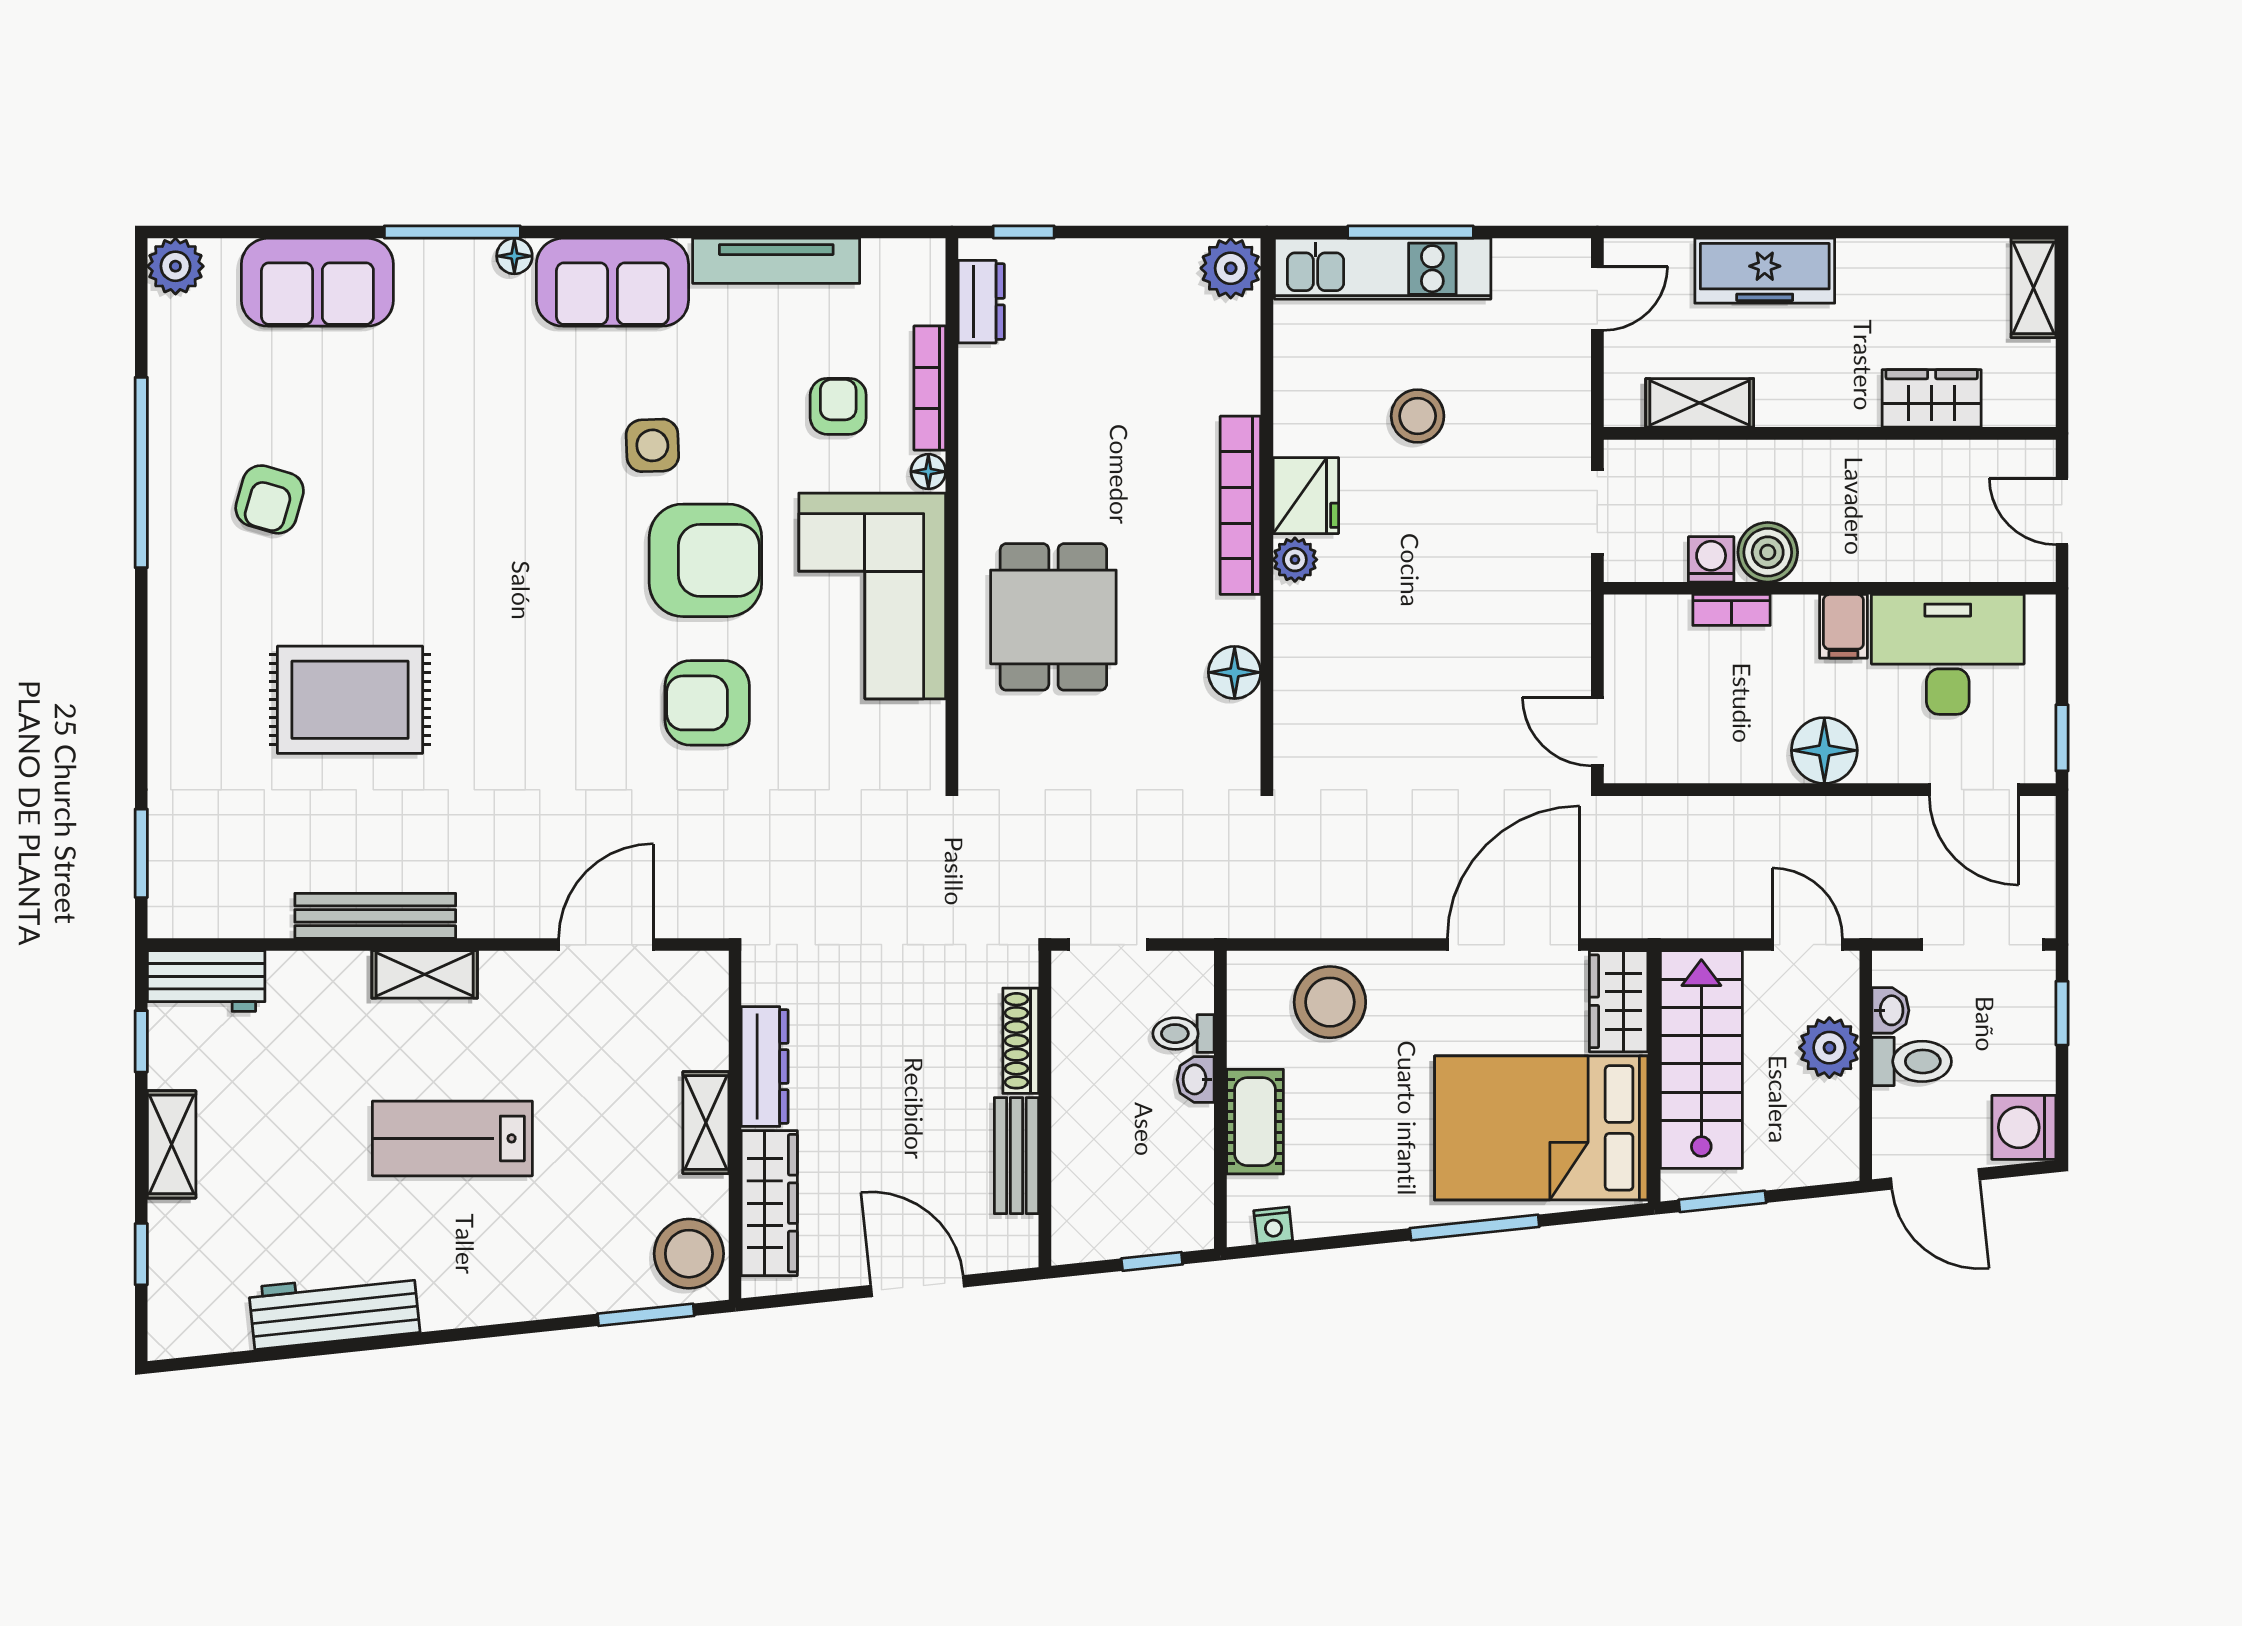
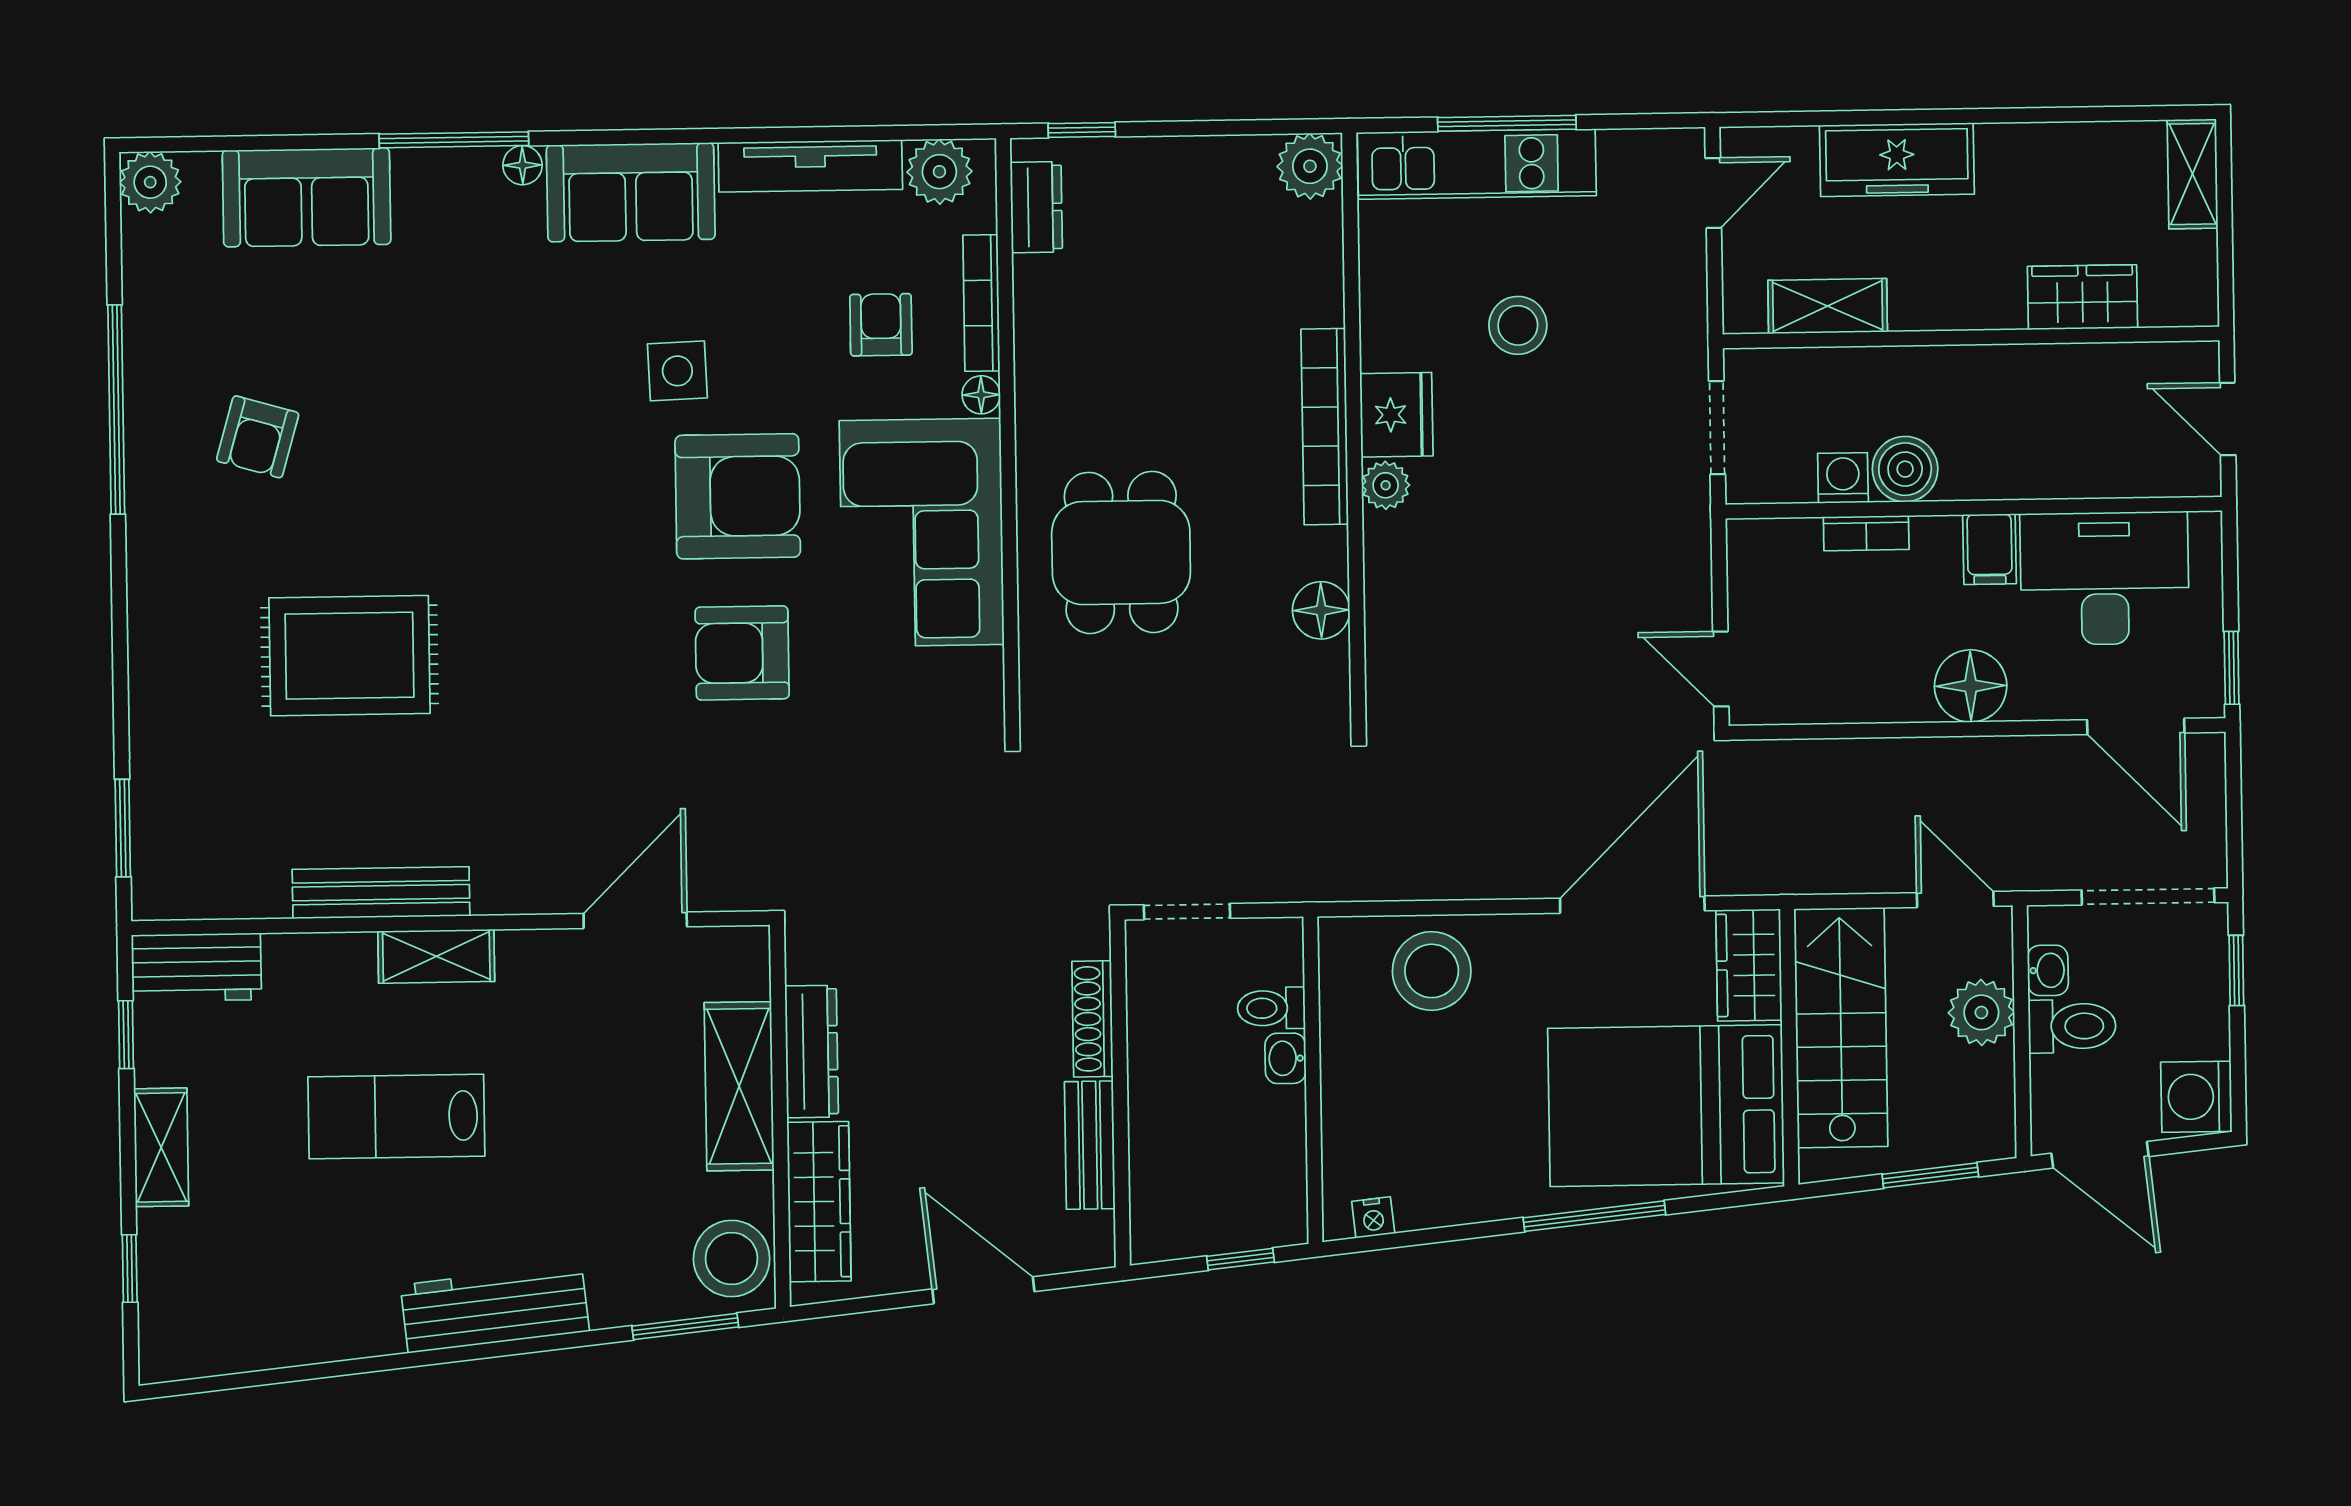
plant: (894, 268) -> (939, 172), added
cot: (1255, 1122) -> (1351, 1104), removed
shelving: (706, 1123) -> (739, 1086), width x1.50, depth x1.33
lab bench: (452, 1138) -> (396, 1117), moved
window: (1722, 1201) -> (1930, 1175), moved
workbench: (334, 1310) -> (495, 1308), moved

